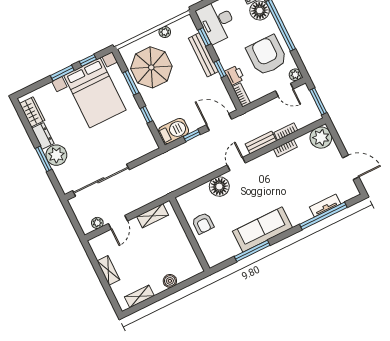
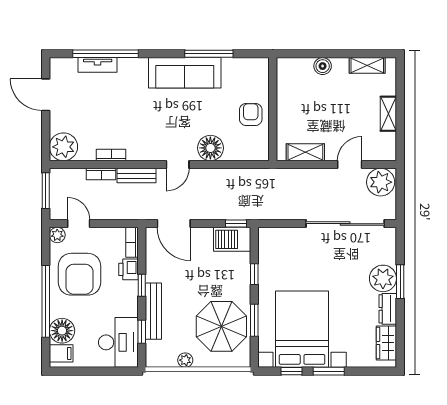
window: (192, 135) -> (236, 224), moved
plant: (97, 223) -> (381, 182), width x1.87, depth x1.87

